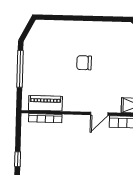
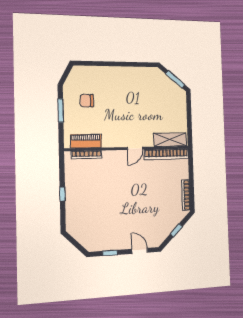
chair: (84, 63) -> (87, 101), moved
window: (20, 69) -> (61, 110), width x0.69

